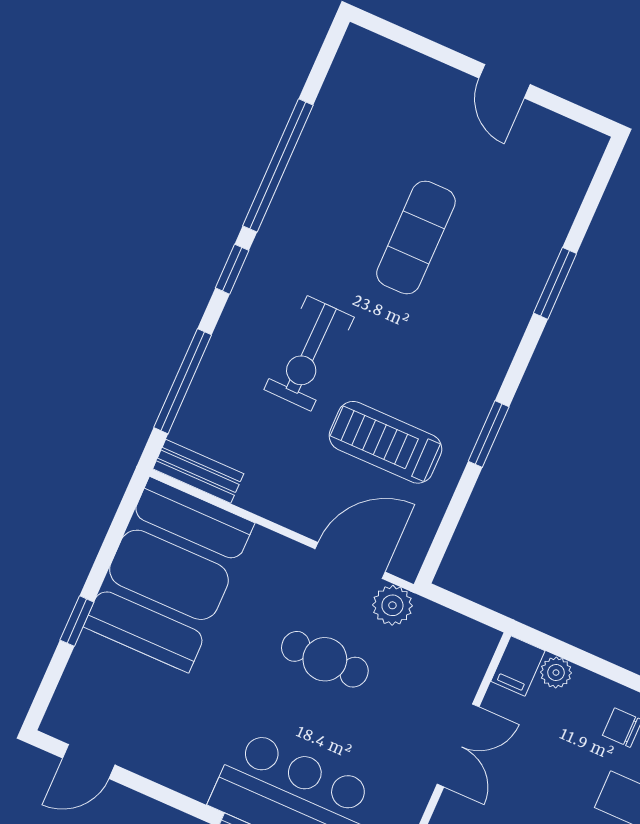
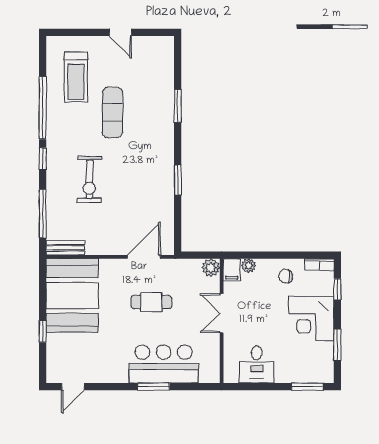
treadmill: (385, 442) -> (76, 77), moved, turned -90
plant: (392, 605) -> (211, 268), moved
double door: (458, 745) -> (222, 313), swing flipped

